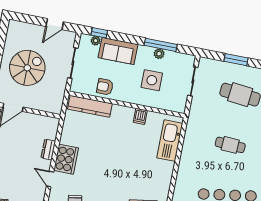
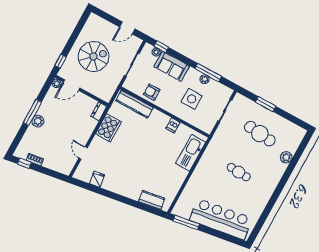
dresser: (48, 149) -> (99, 111), moved
cooker: (66, 159) -> (109, 128), moved

